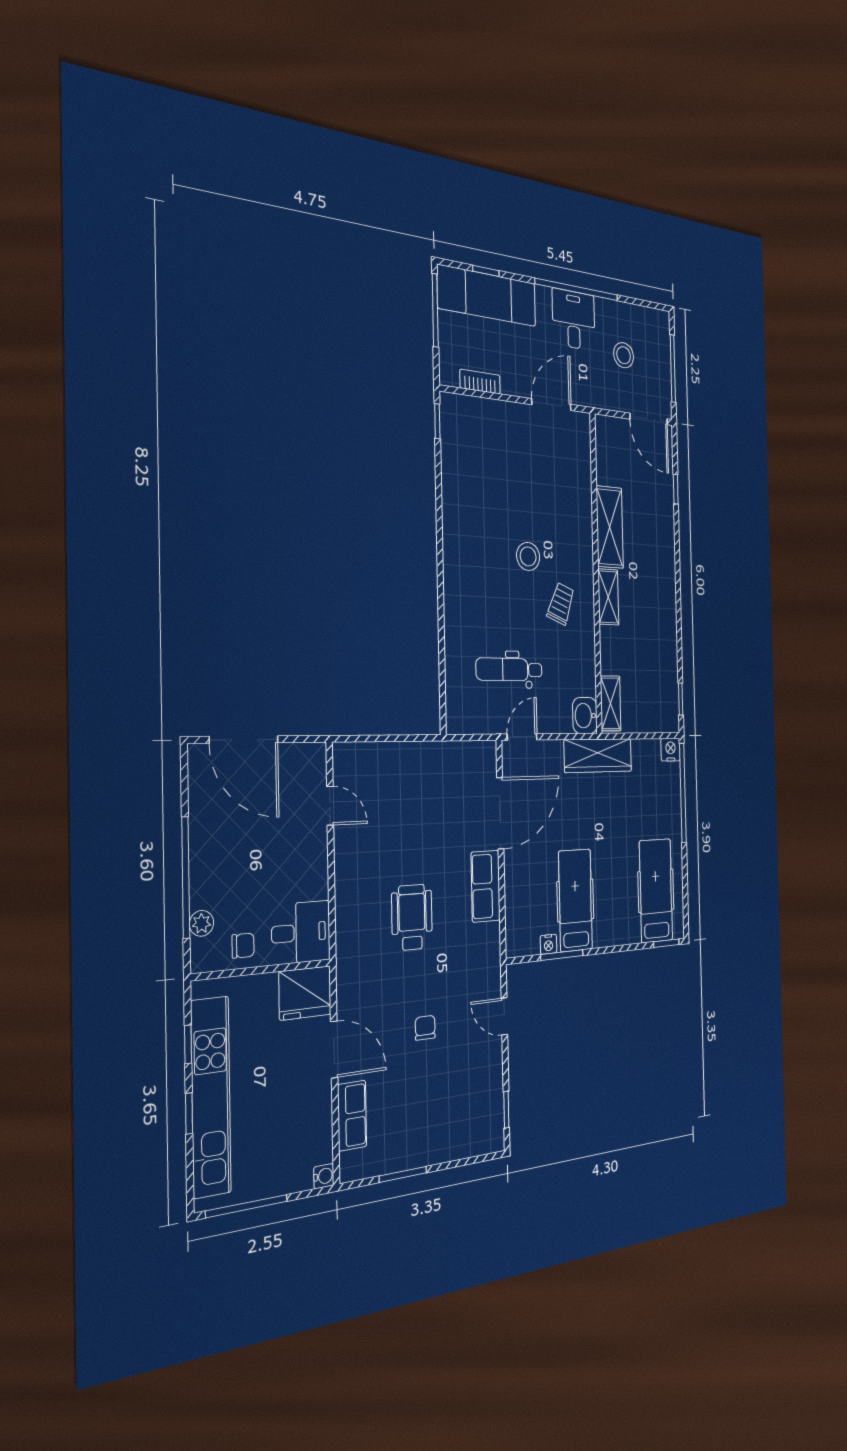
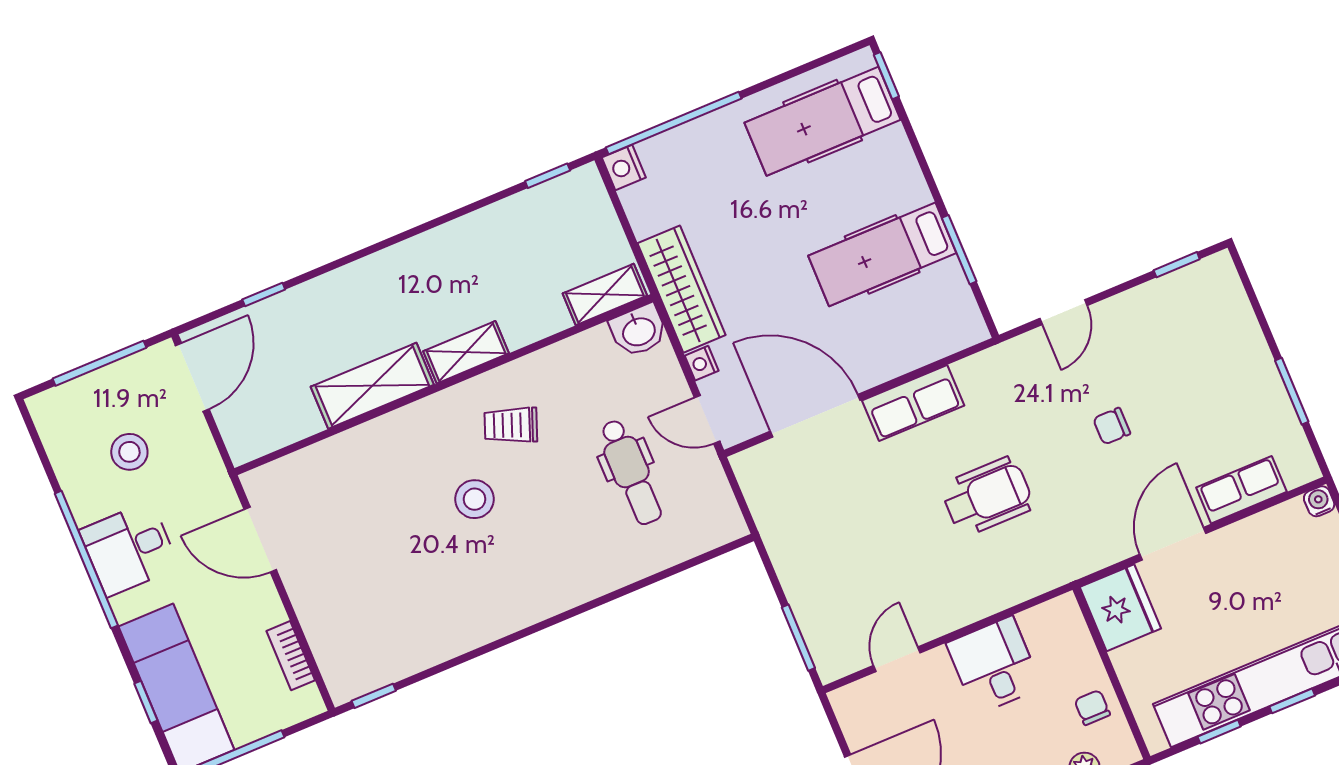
window: (370, 738) -> (798, 638), added
wheelchair: (412, 917) -> (987, 496), turned 180
desk: (301, 932) -> (994, 665), moved
nightstand: (548, 944) -> (702, 363), moved, turned 180

